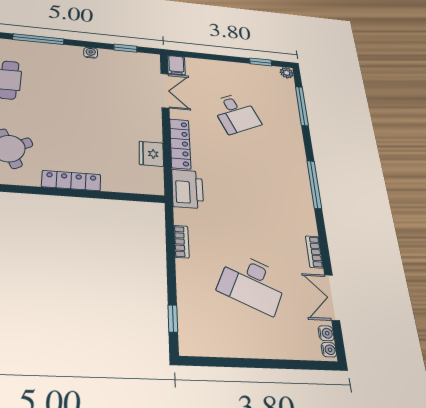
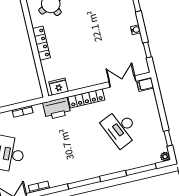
double door: (165, 91) -> (122, 81), swing flipped
desk: (236, 113) -> (120, 128), width x1.37
fridge: (151, 154) -> (58, 87), moved

